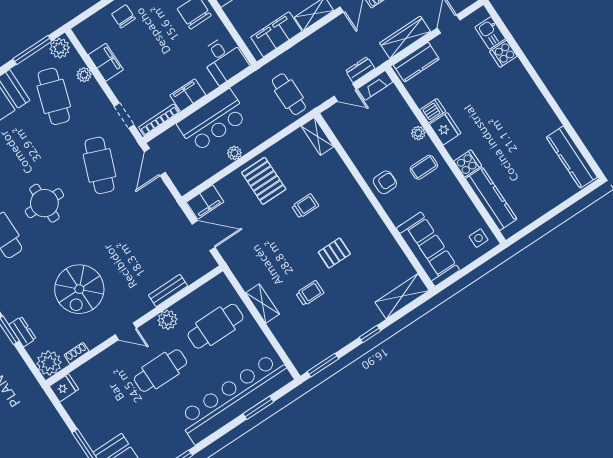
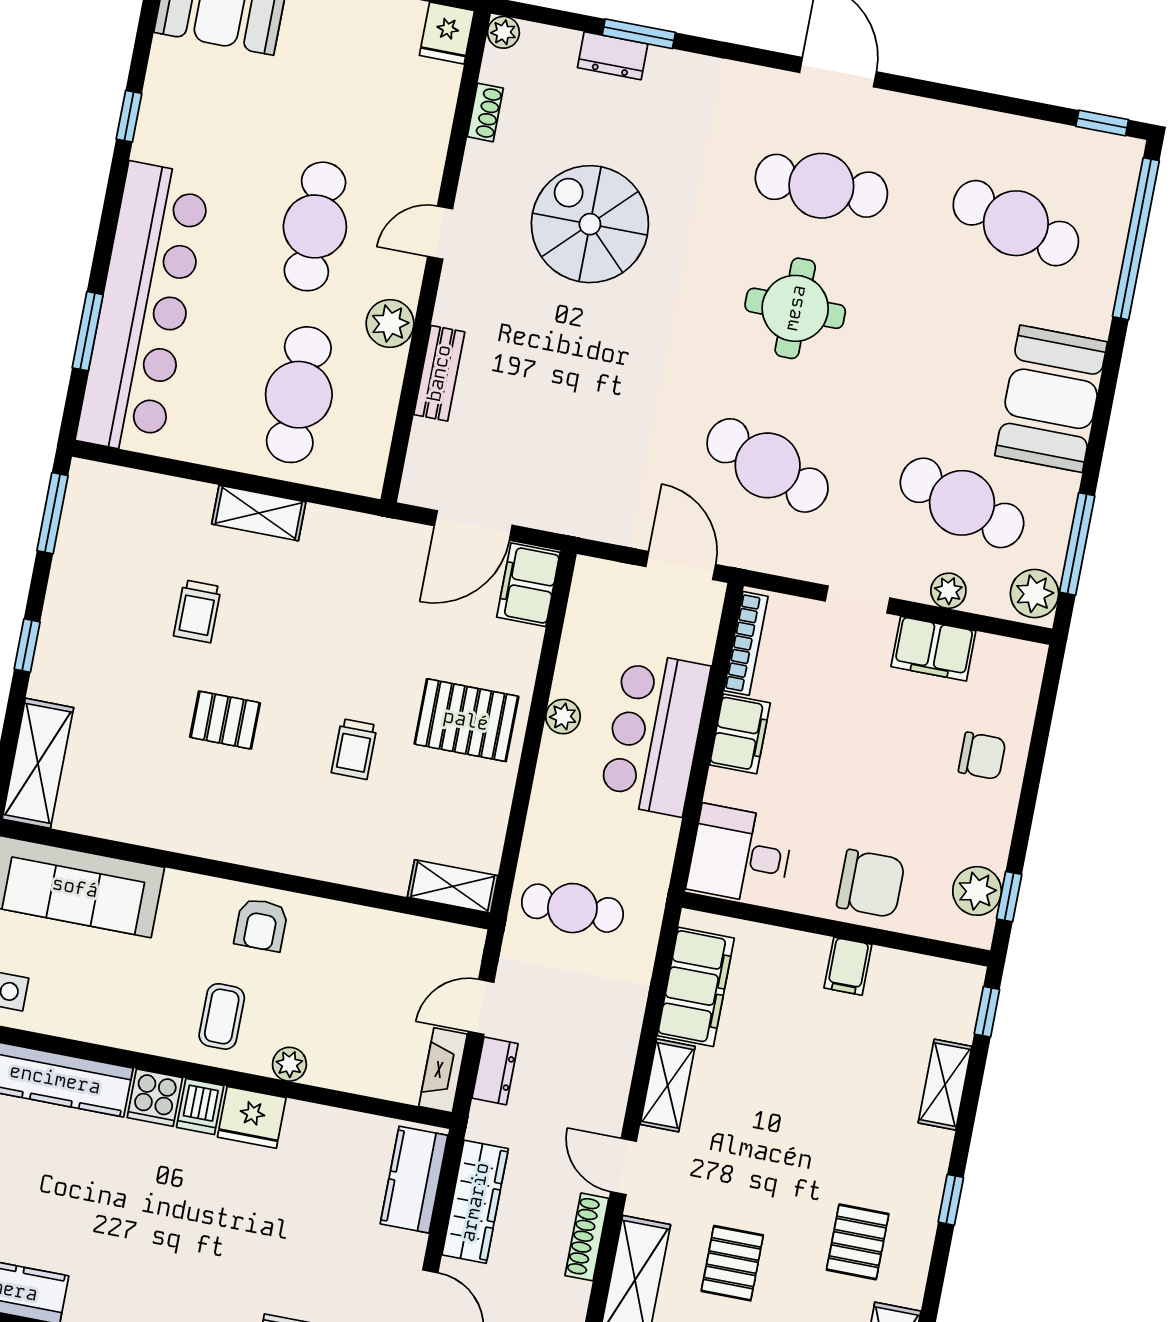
dishwasher: (433, 111) -> (200, 1107), moved
doorway: (124, 116) -> (858, 600), moved
pallet: (334, 253) -> (225, 720), turned 90
plant: (49, 363) -> (503, 32), width x0.53, depth x0.53

